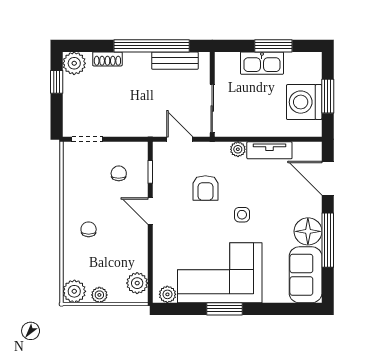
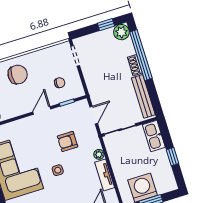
window: (152, 46) -> (141, 55), moved
window: (273, 46) -> (172, 157), width x0.67
shoe rack: (107, 59) -> (135, 65), moved
bench: (175, 61) -> (143, 96), width x1.36
kitchen sink: (262, 63) -> (154, 136), moved
chair: (89, 229) -> (18, 75), width x1.87, depth x1.87

